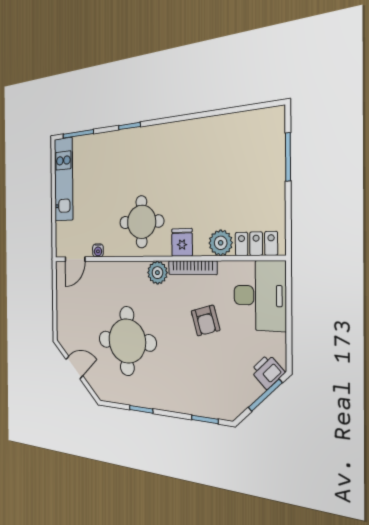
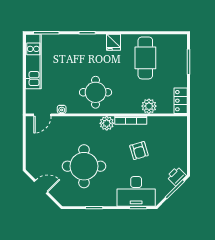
cafe table: (214, 158) -> (145, 58), added
fridge: (182, 242) -> (114, 42), moved, turned 180
locker: (256, 244) -> (181, 101), moved, turned -90
desk: (260, 296) -> (136, 191), moved, turned 90

